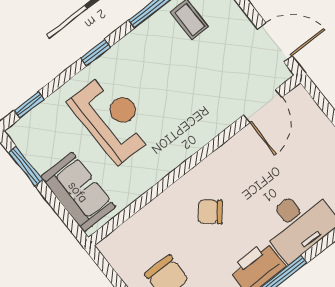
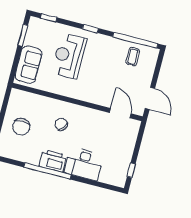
door: (263, 106) -> (120, 113), swing flipped
reception desk: (112, 118) -> (69, 56), turned 180

